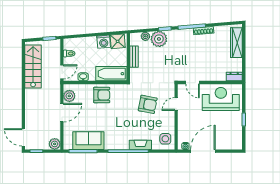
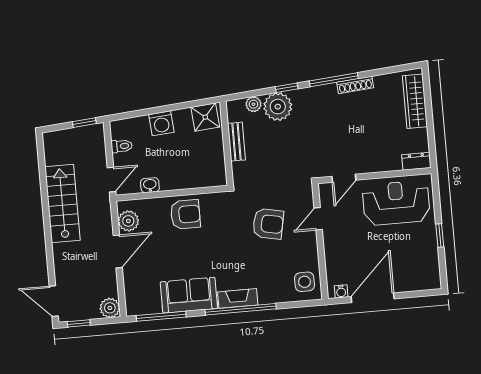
washing machine: (104, 42) -> (161, 123), moved
stairs: (33, 67) -> (62, 204), moved
bathtub: (111, 74) -> (199, 175), removed
door: (193, 83) -> (344, 178), hinge flipped
sofa: (88, 141) -> (189, 295), moved
fireplace: (140, 145) -> (238, 298), moved

